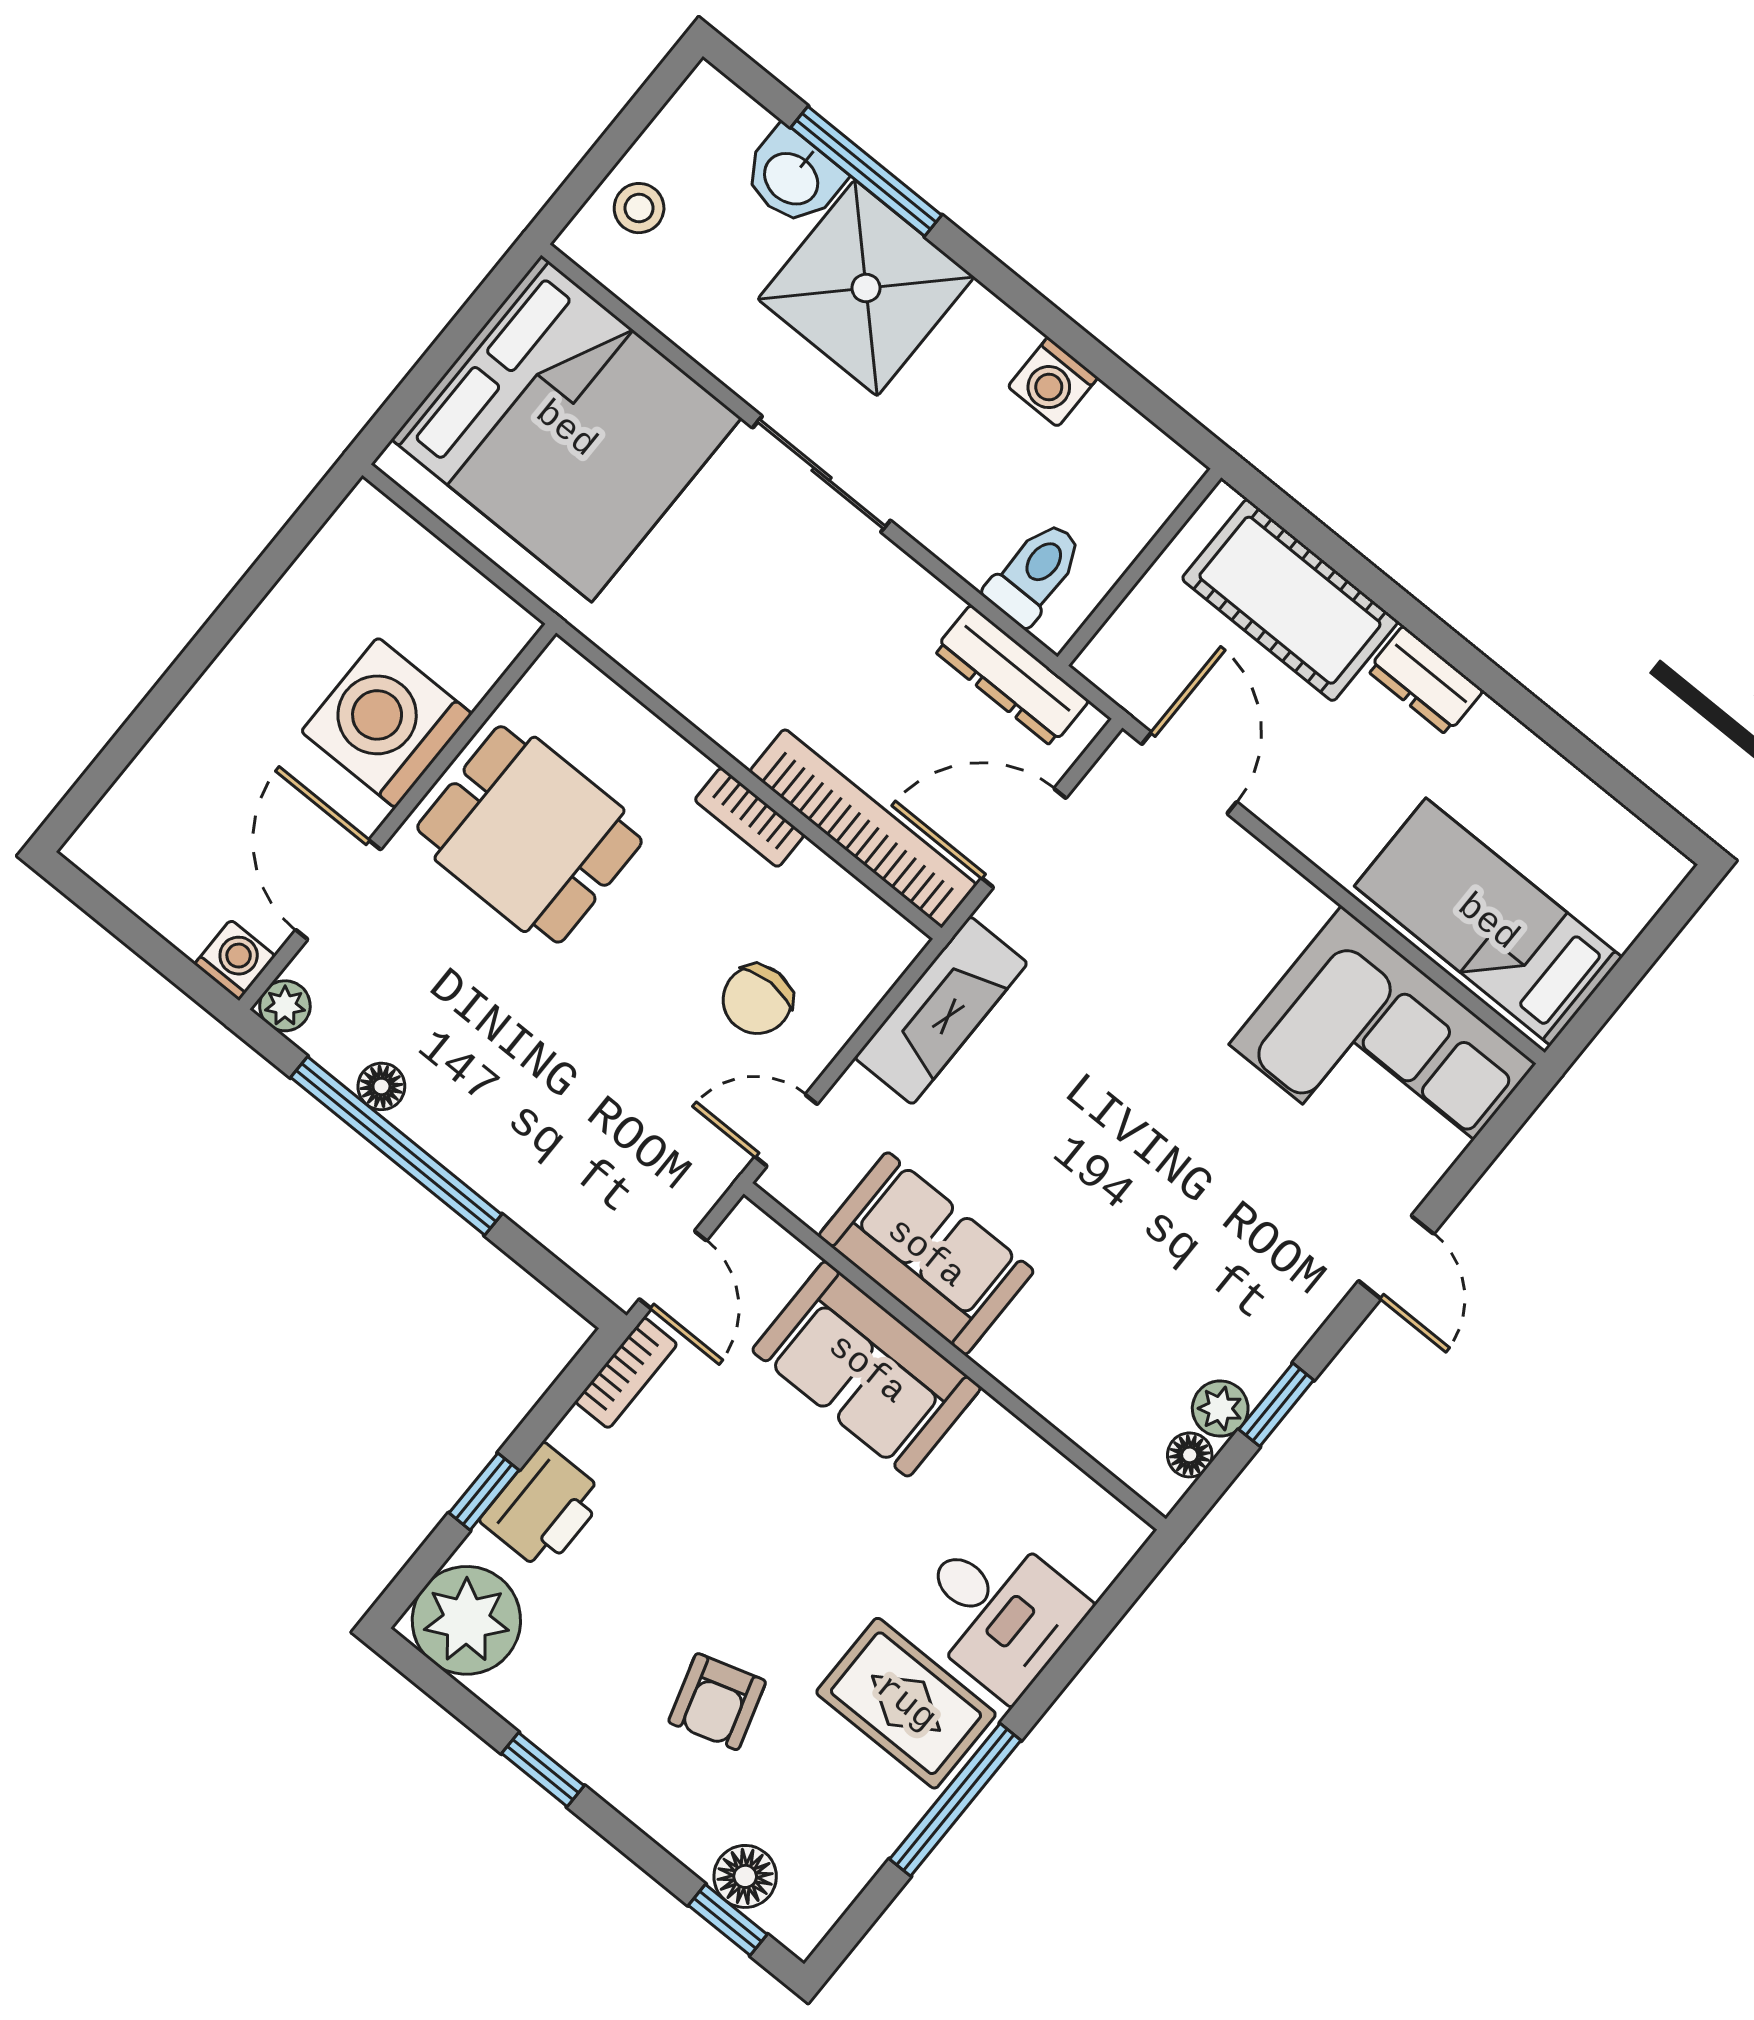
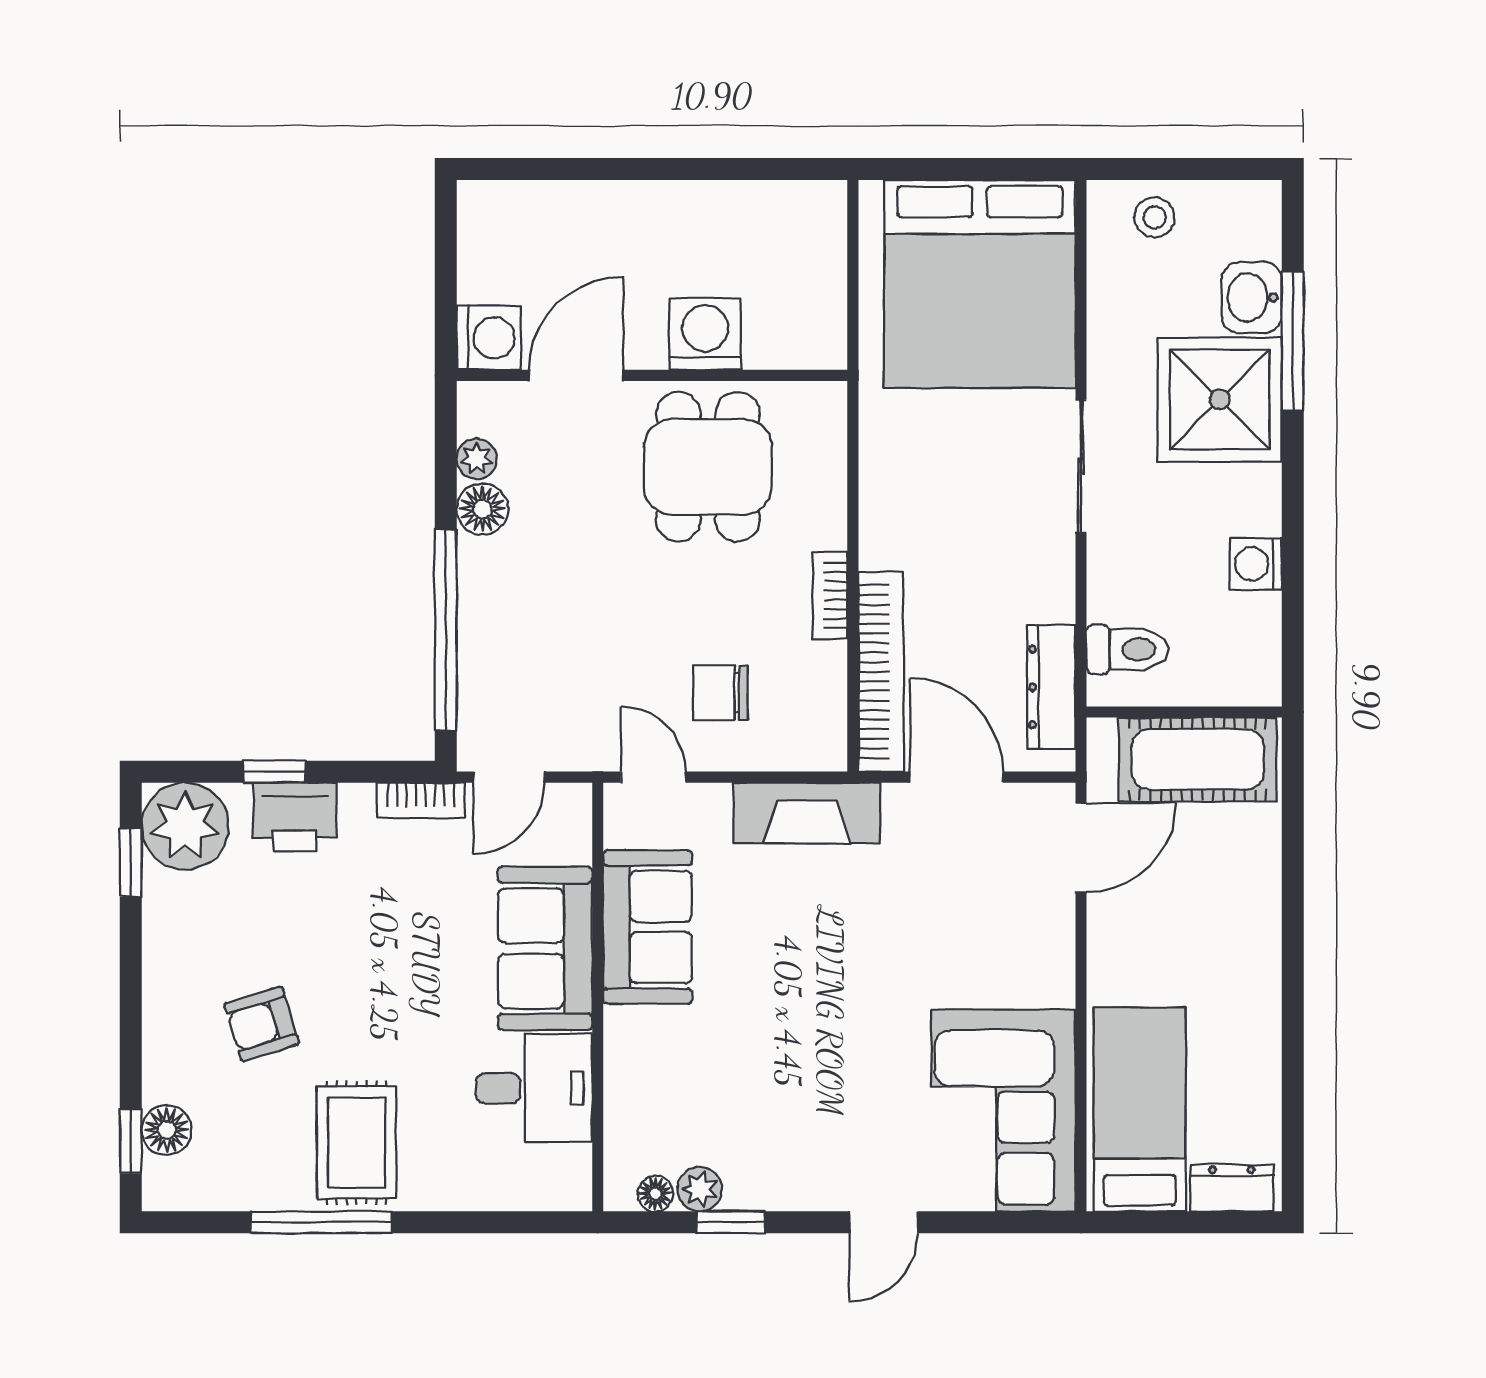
cot: (1290, 600) -> (1198, 759), moved, turned 90
dresser: (1425, 680) -> (1232, 1188), moved, turned 90
washing machine: (387, 723) -> (705, 334), width x0.73, depth x0.73
washing machine: (235, 960) -> (489, 338), width x1.38, depth x1.38
plant: (285, 1006) -> (477, 459), moved
floor lamp: (381, 1086) -> (482, 509), width x1.37, depth x1.37
window: (396, 1146) -> (446, 630), moved
desk: (998, 1611) -> (534, 1088), moved, turned -90
window: (543, 1770) -> (131, 863), moved

